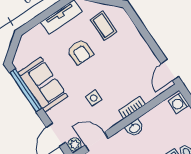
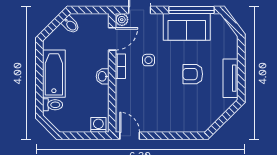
coffee table: (103, 26) -> (201, 107), removed
bookcase: (132, 108) -> (120, 66), moved

